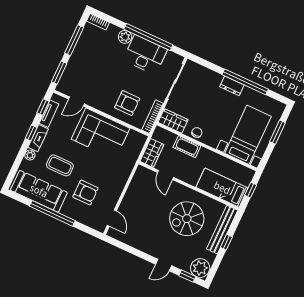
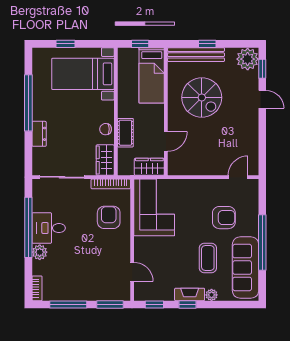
desk: (145, 55) -> (49, 228), width x0.73
dresser: (232, 86) -> (39, 134), moved
tv unit: (49, 114) -> (158, 295), removed
window: (277, 132) -> (66, 44), width x0.67
corner sofa: (101, 134) -> (154, 207), moved
armchair: (86, 192) -> (224, 218), turned 90

